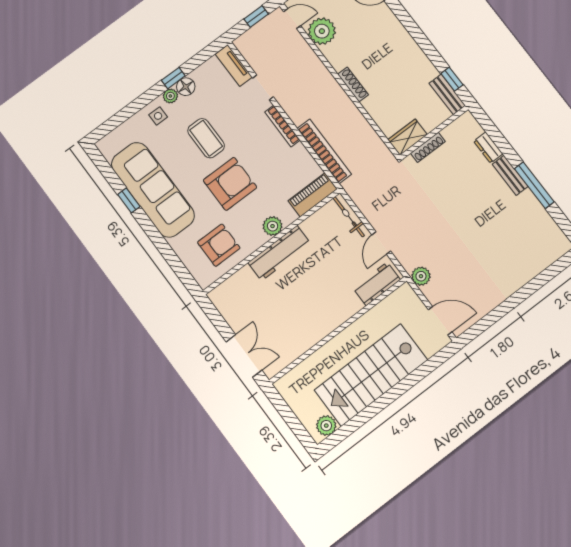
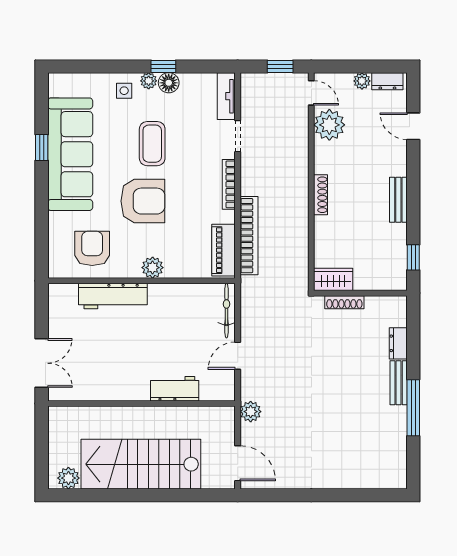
bench: (447, 94) -> (398, 200), moved
piano: (313, 195) -> (224, 250), moved, turned -90
armchair: (219, 245) -> (92, 248), turned -90
workbench: (279, 253) -> (113, 296), moved
workbench: (377, 284) -> (175, 389), moved

